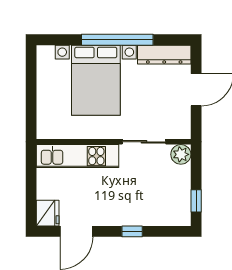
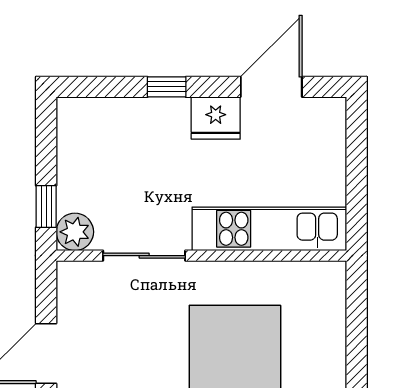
window: (196, 201) -> (46, 207), moved
fridge: (48, 213) -> (216, 118), moved, turned -90

